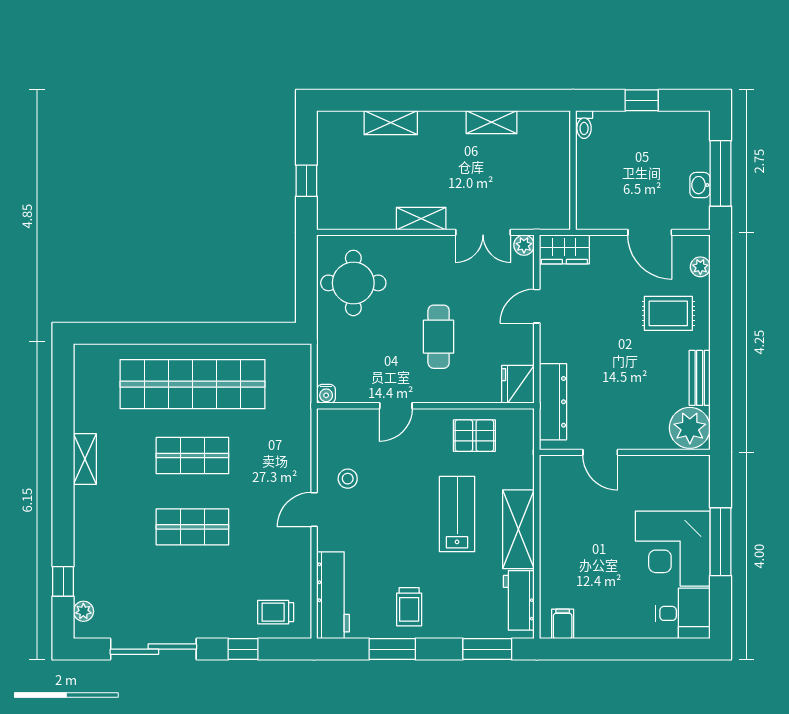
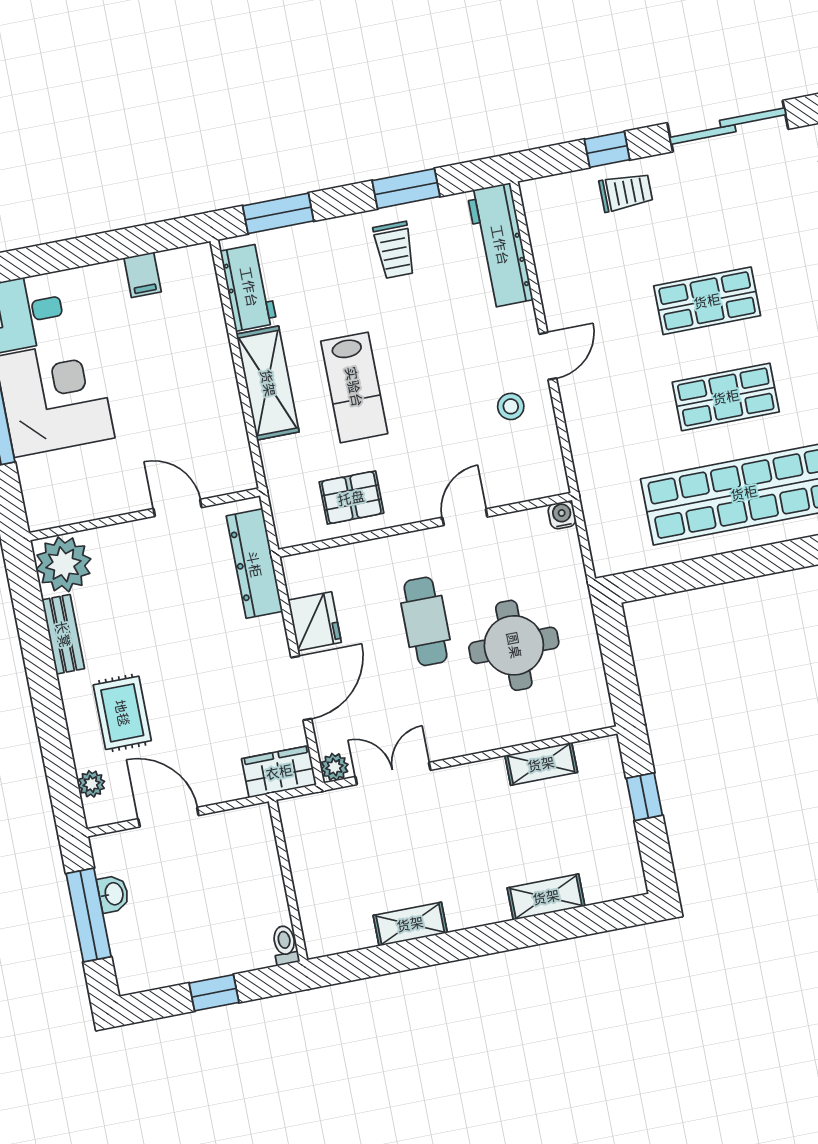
shelving: (421, 219) -> (541, 764), moved
round table: (353, 283) -> (514, 645), moved
door: (537, 306) -> (301, 688), width x1.37
rug: (668, 313) -> (122, 713), turned 90
fridge: (518, 384) -> (315, 621), moved
trolley: (409, 607) -> (394, 250), turned 180
trolley: (276, 612) -> (626, 192), moved
filing cabinet: (563, 624) -> (143, 275), moved

